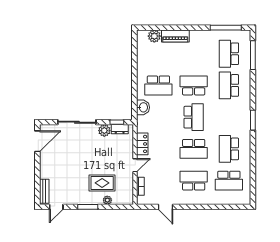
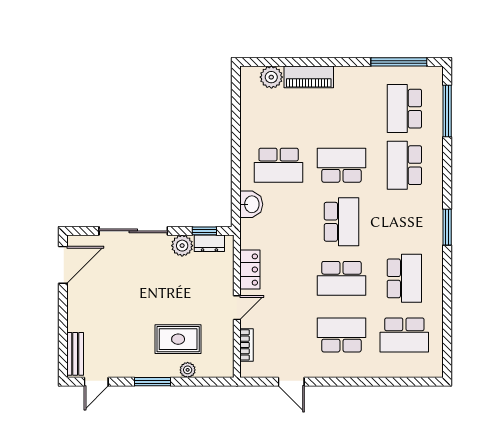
school desk: (229, 149) -> (404, 278), turned 180

